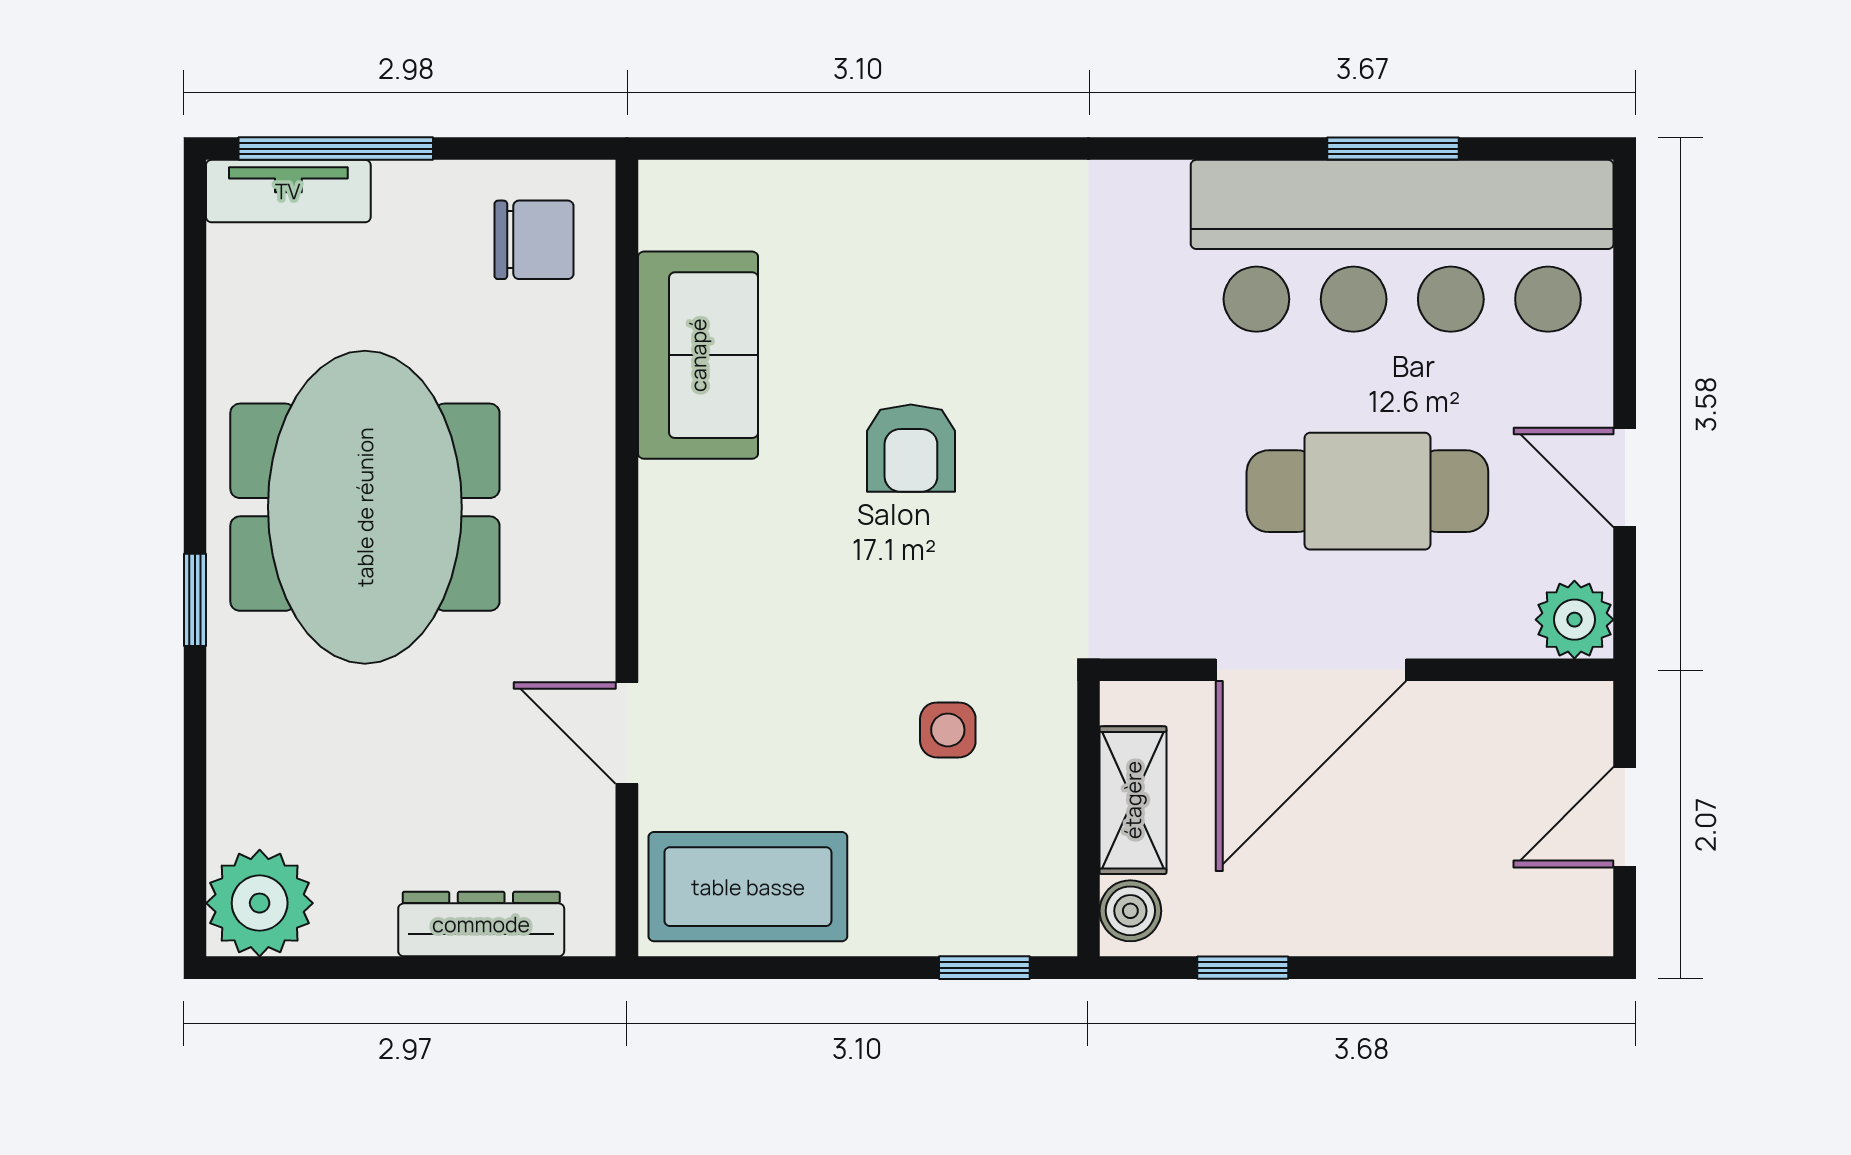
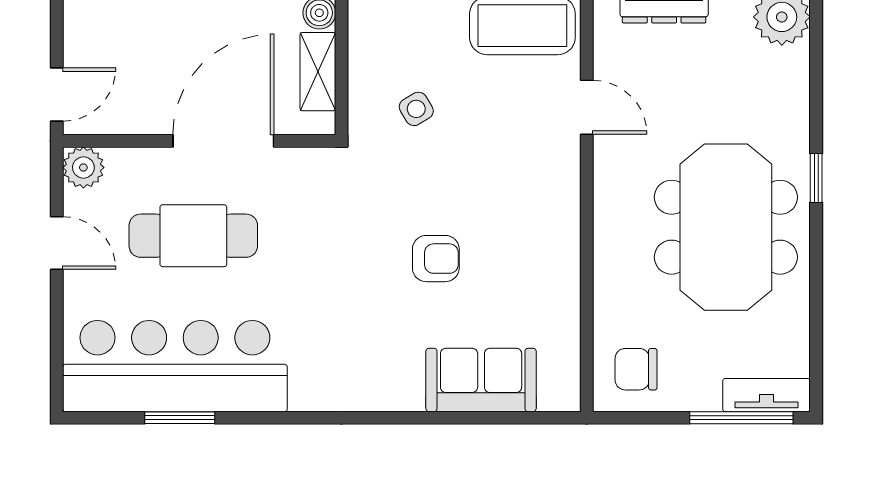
sofa: (698, 355) -> (481, 380), moved, turned 90
armchair: (911, 448) -> (436, 259), turned 90
side table: (948, 730) -> (416, 109), turned -31
door: (1625, 817) -> (57, 95), moved

